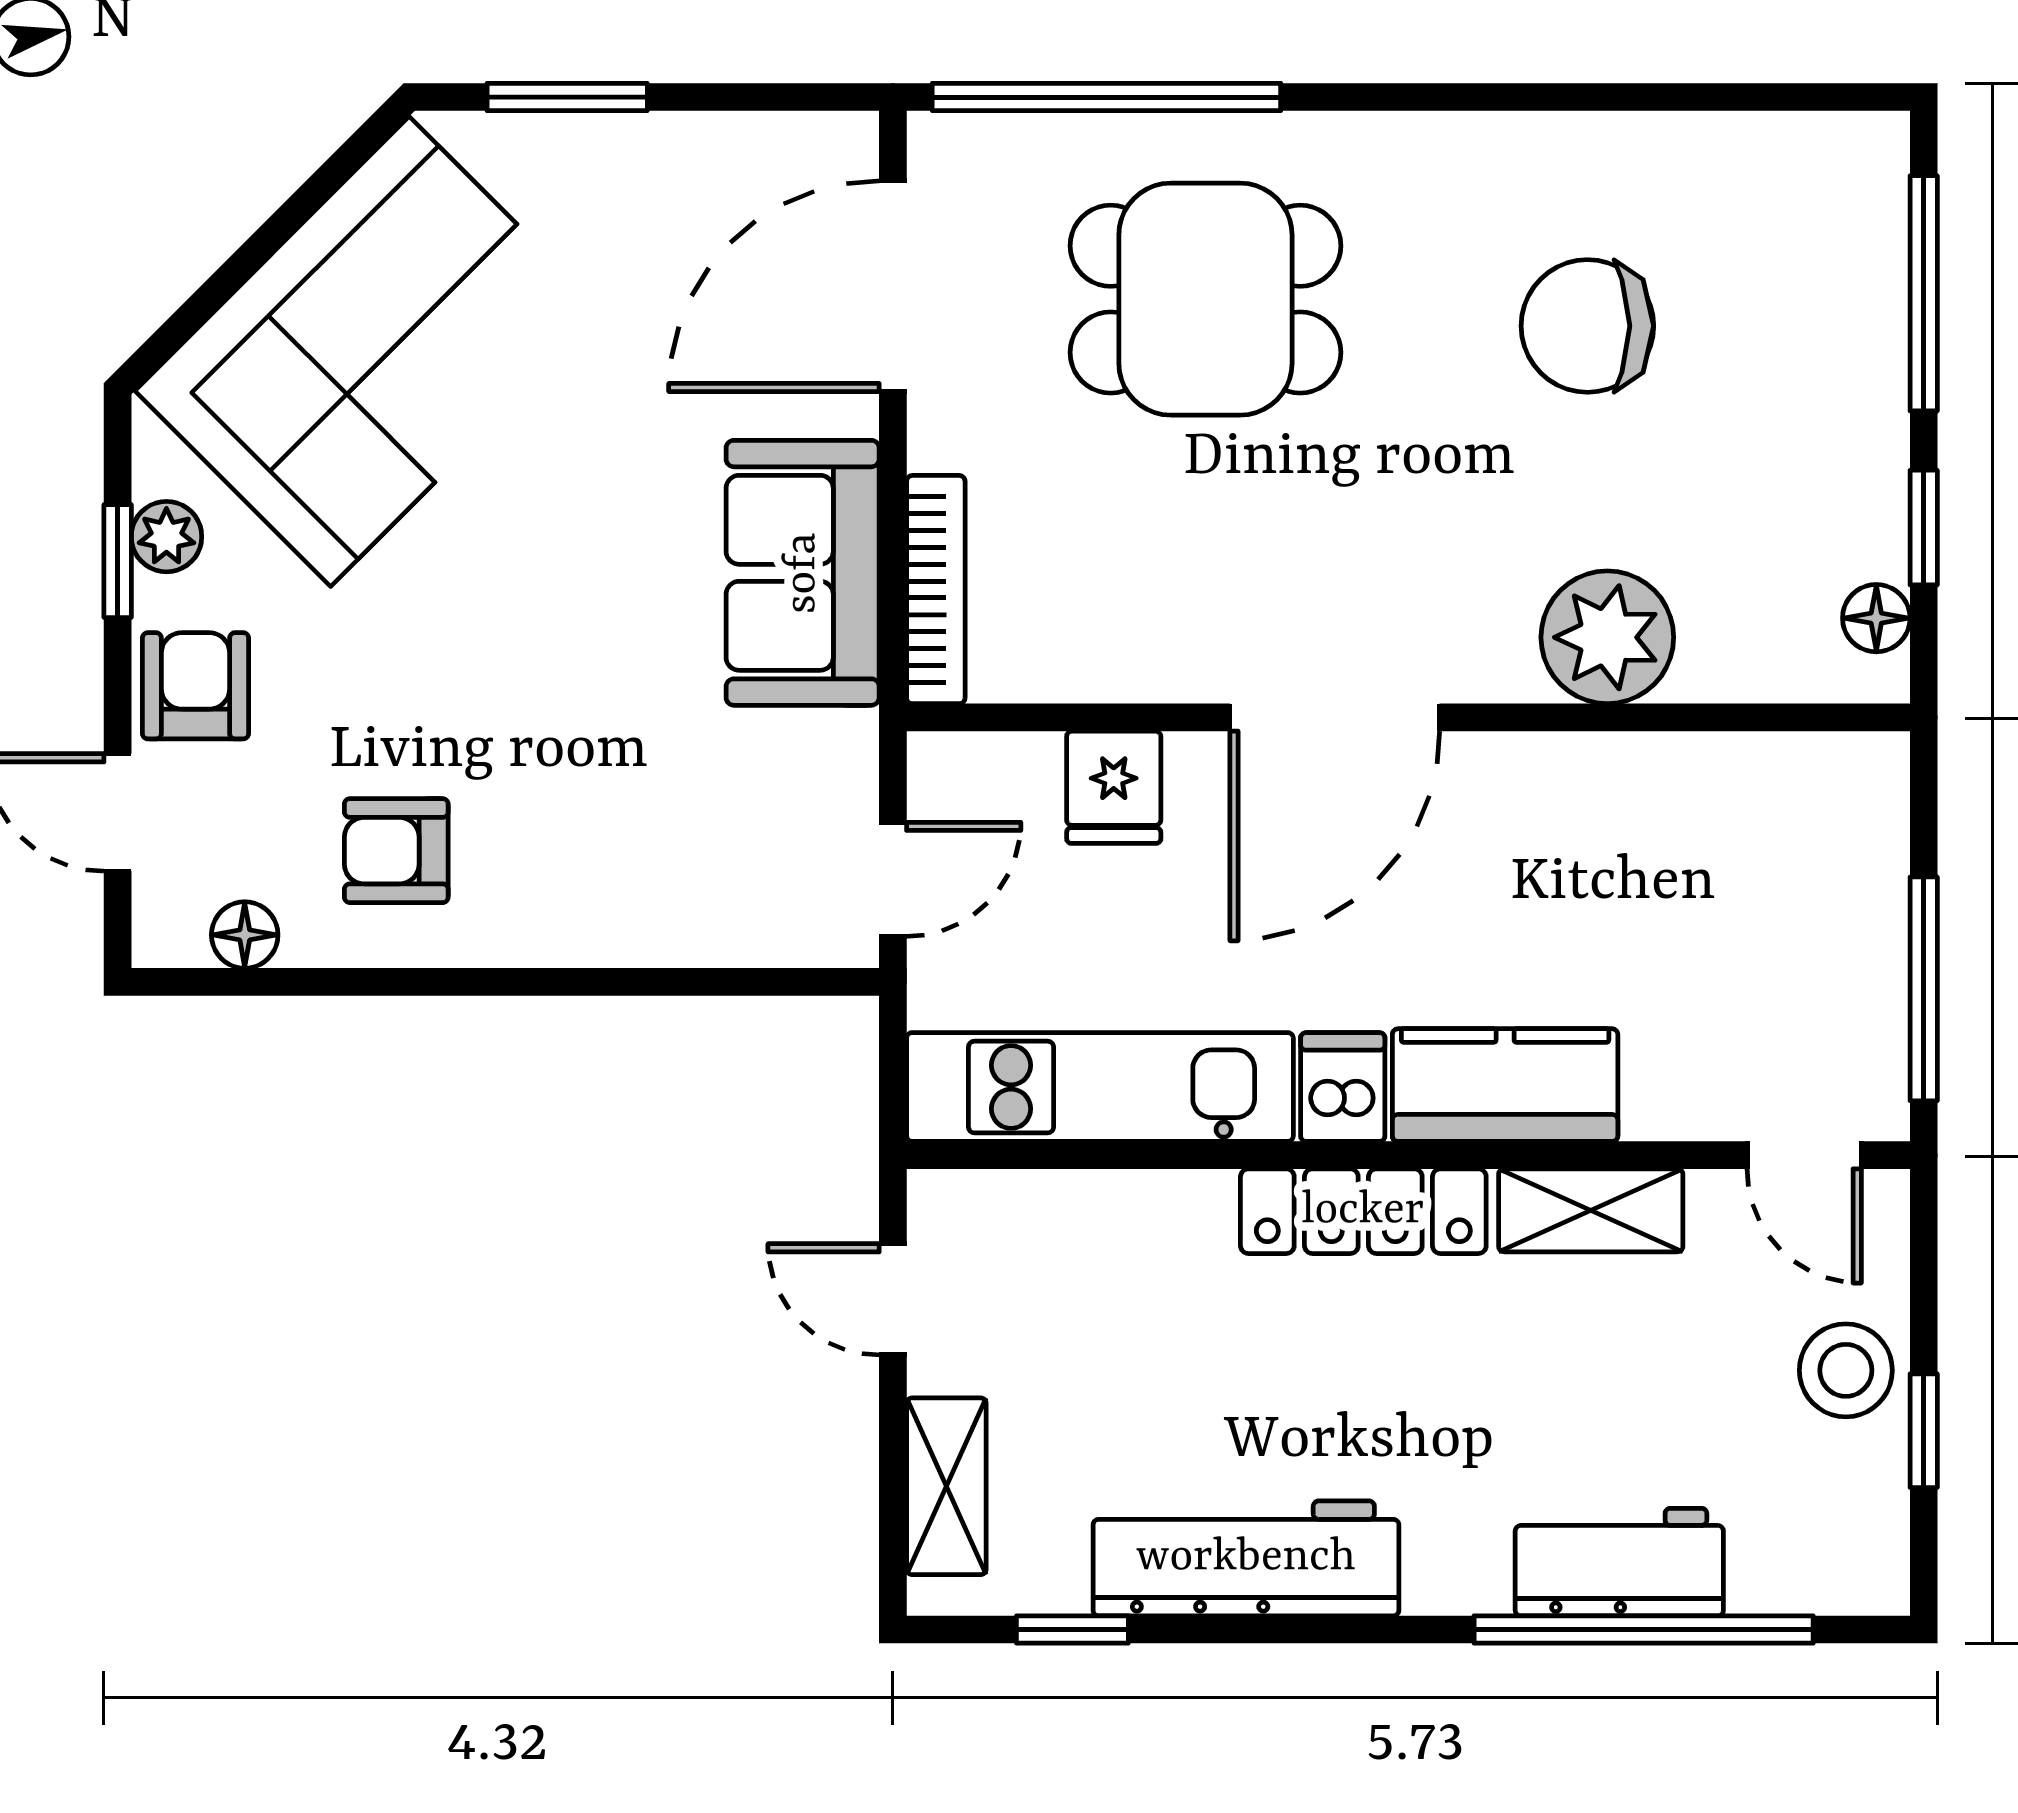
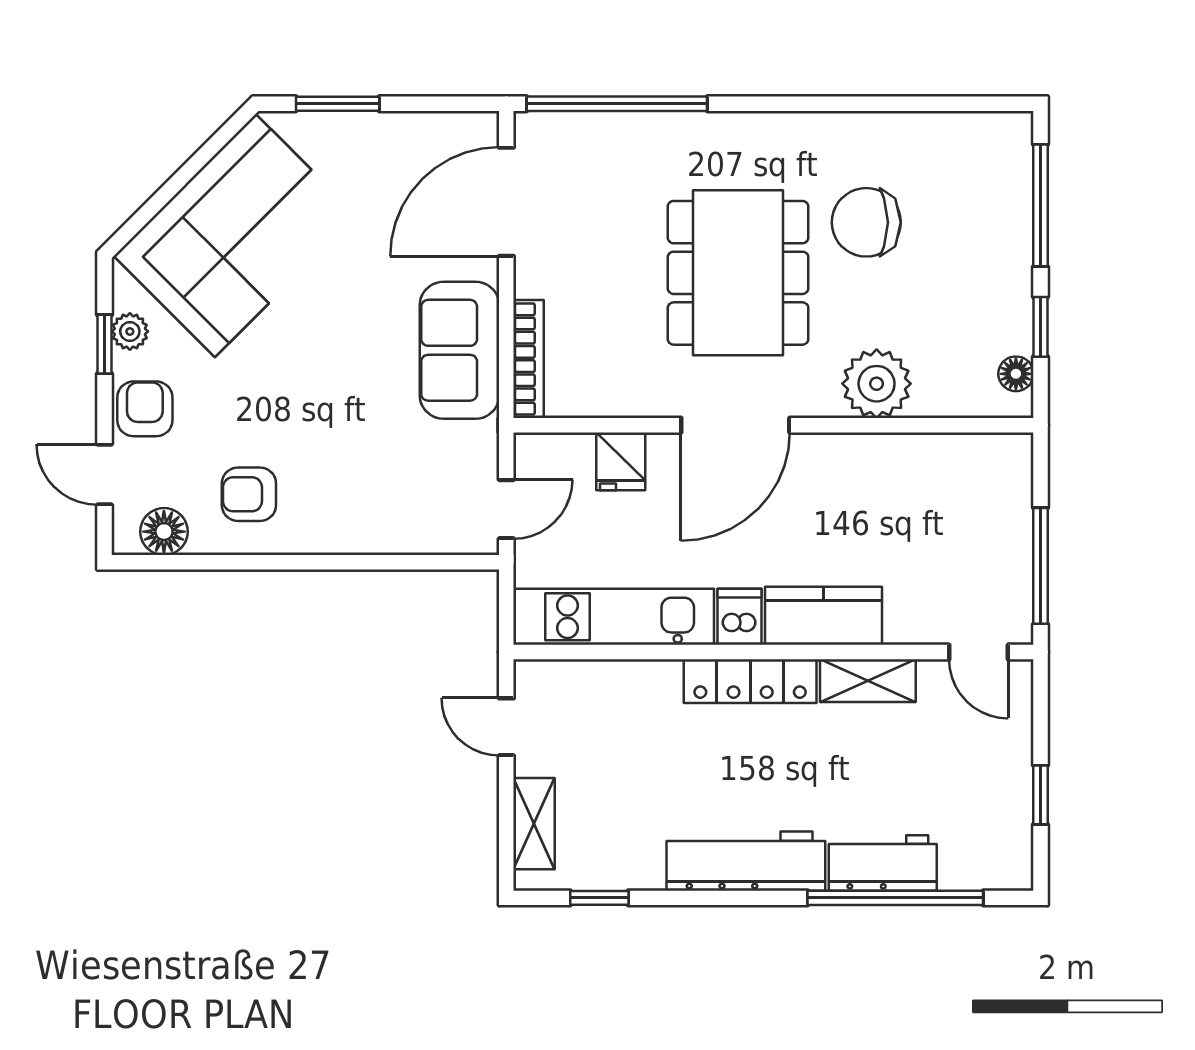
dining table: (1205, 299) -> (738, 273), moved, width x1.38
floor lamp: (245, 935) -> (164, 532), width x1.37, depth x1.37
stool: (1846, 1370) -> (1000, 764), removed
workbench: (1246, 1558) -> (746, 861), moved

